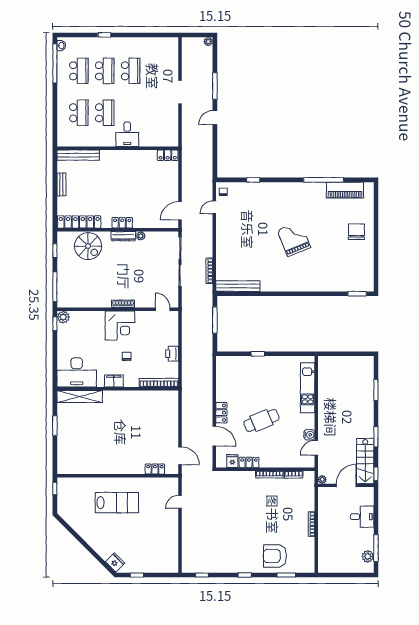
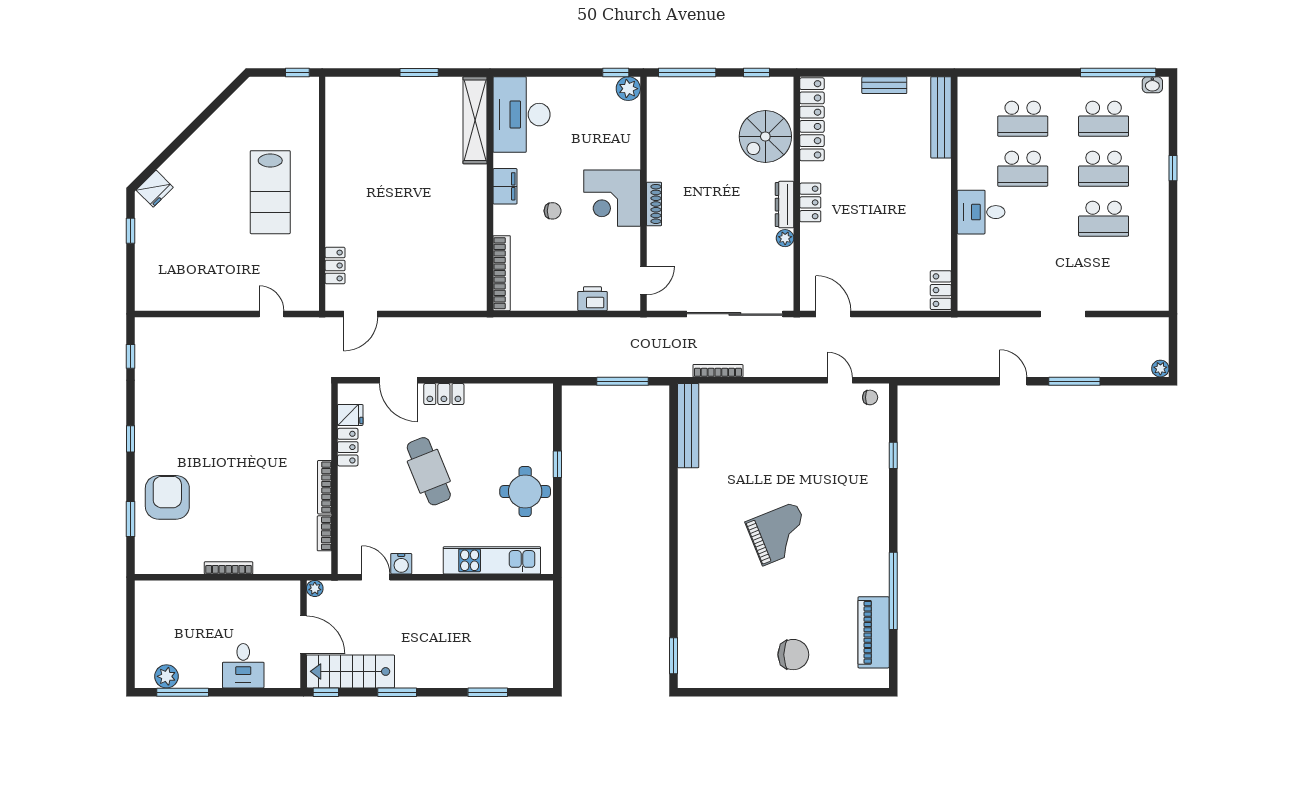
printer: (172, 354) -> (592, 299), moved
round table: (272, 371) -> (525, 492), added
door: (214, 436) -> (399, 380), hinge flipped

